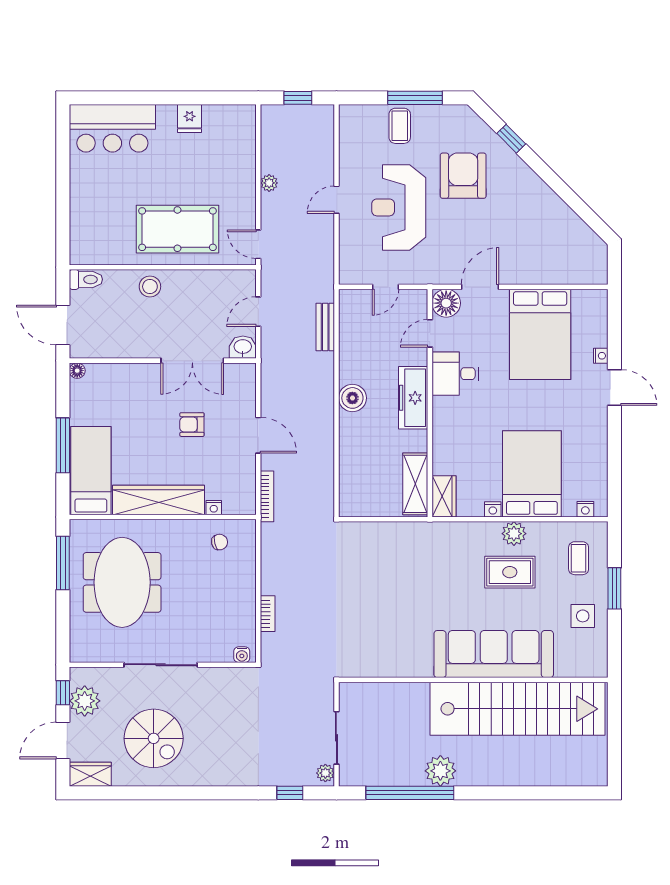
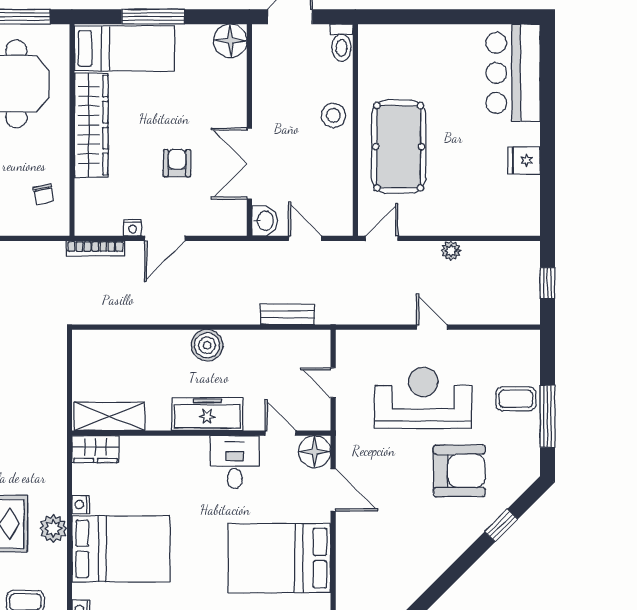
floor lamp: (77, 371) -> (230, 41), width x1.89, depth x1.89
nightstand: (214, 508) -> (133, 228), moved, turned -90

